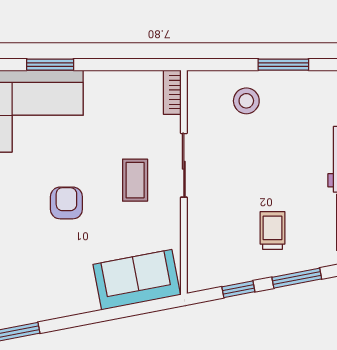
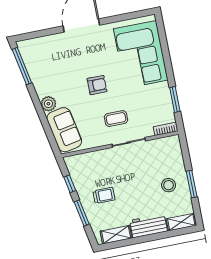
window: (50, 65) -> (175, 100), moved
stool: (246, 101) -> (169, 185), moved
plant: (83, 299) -> (48, 104), added

